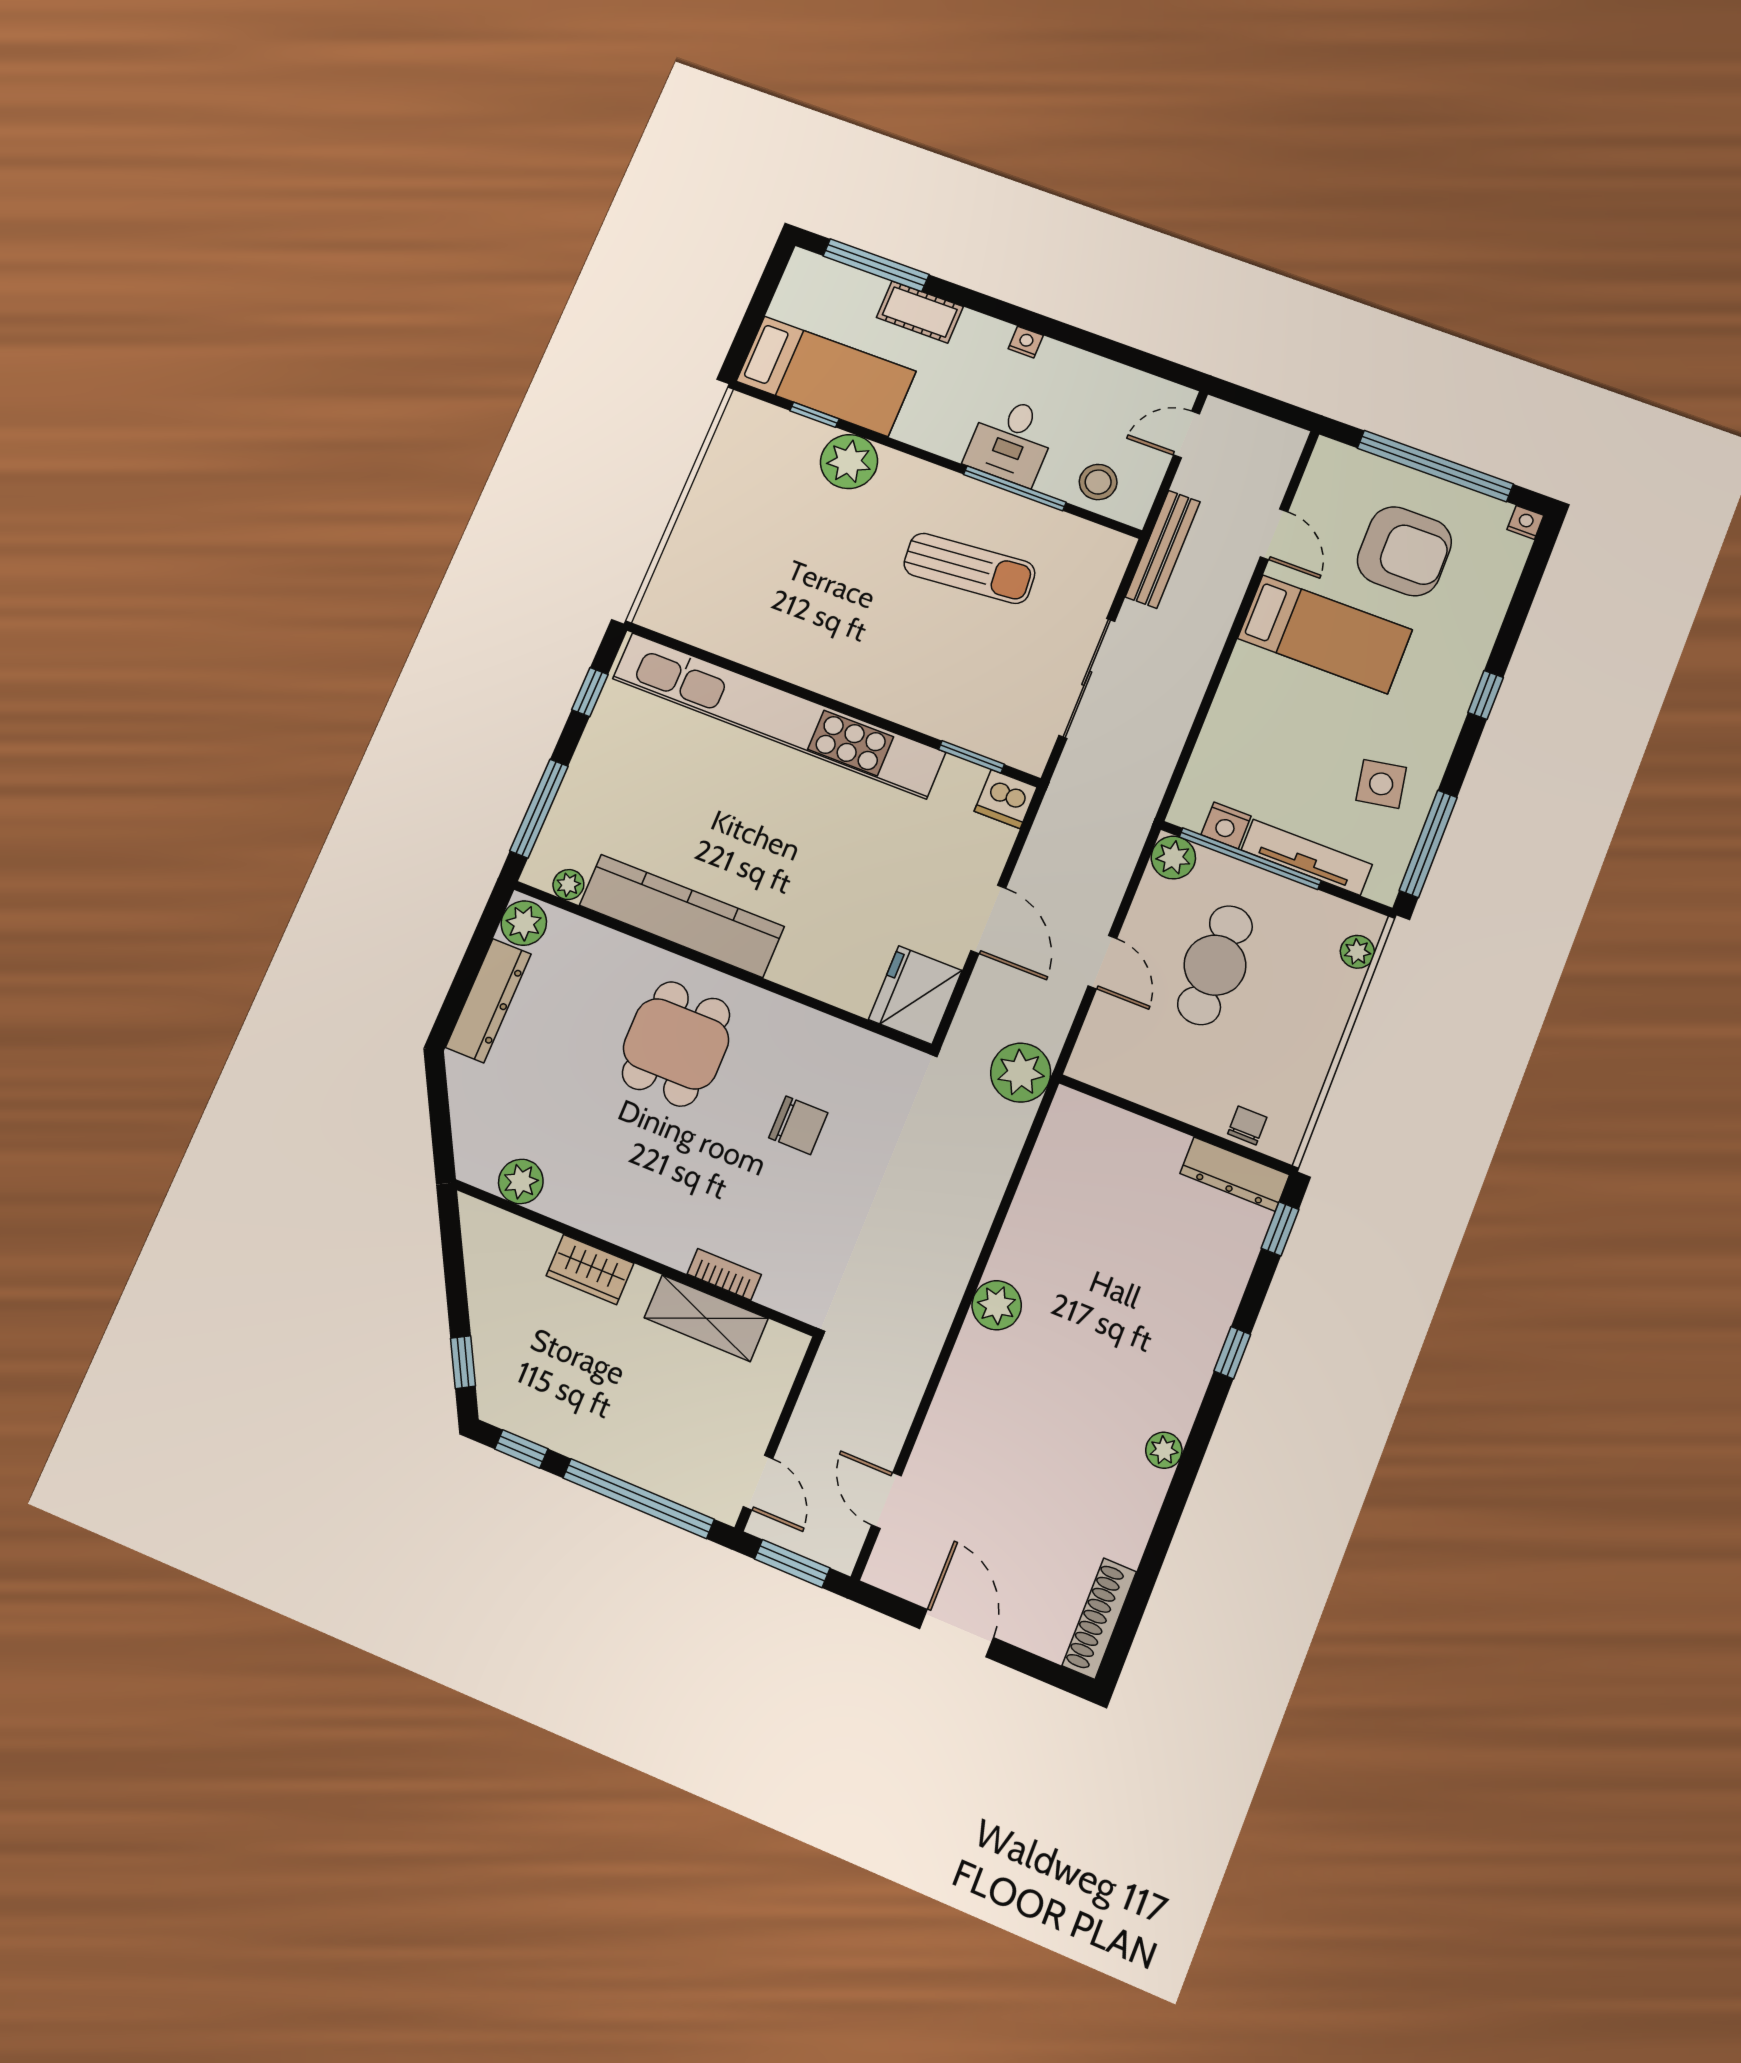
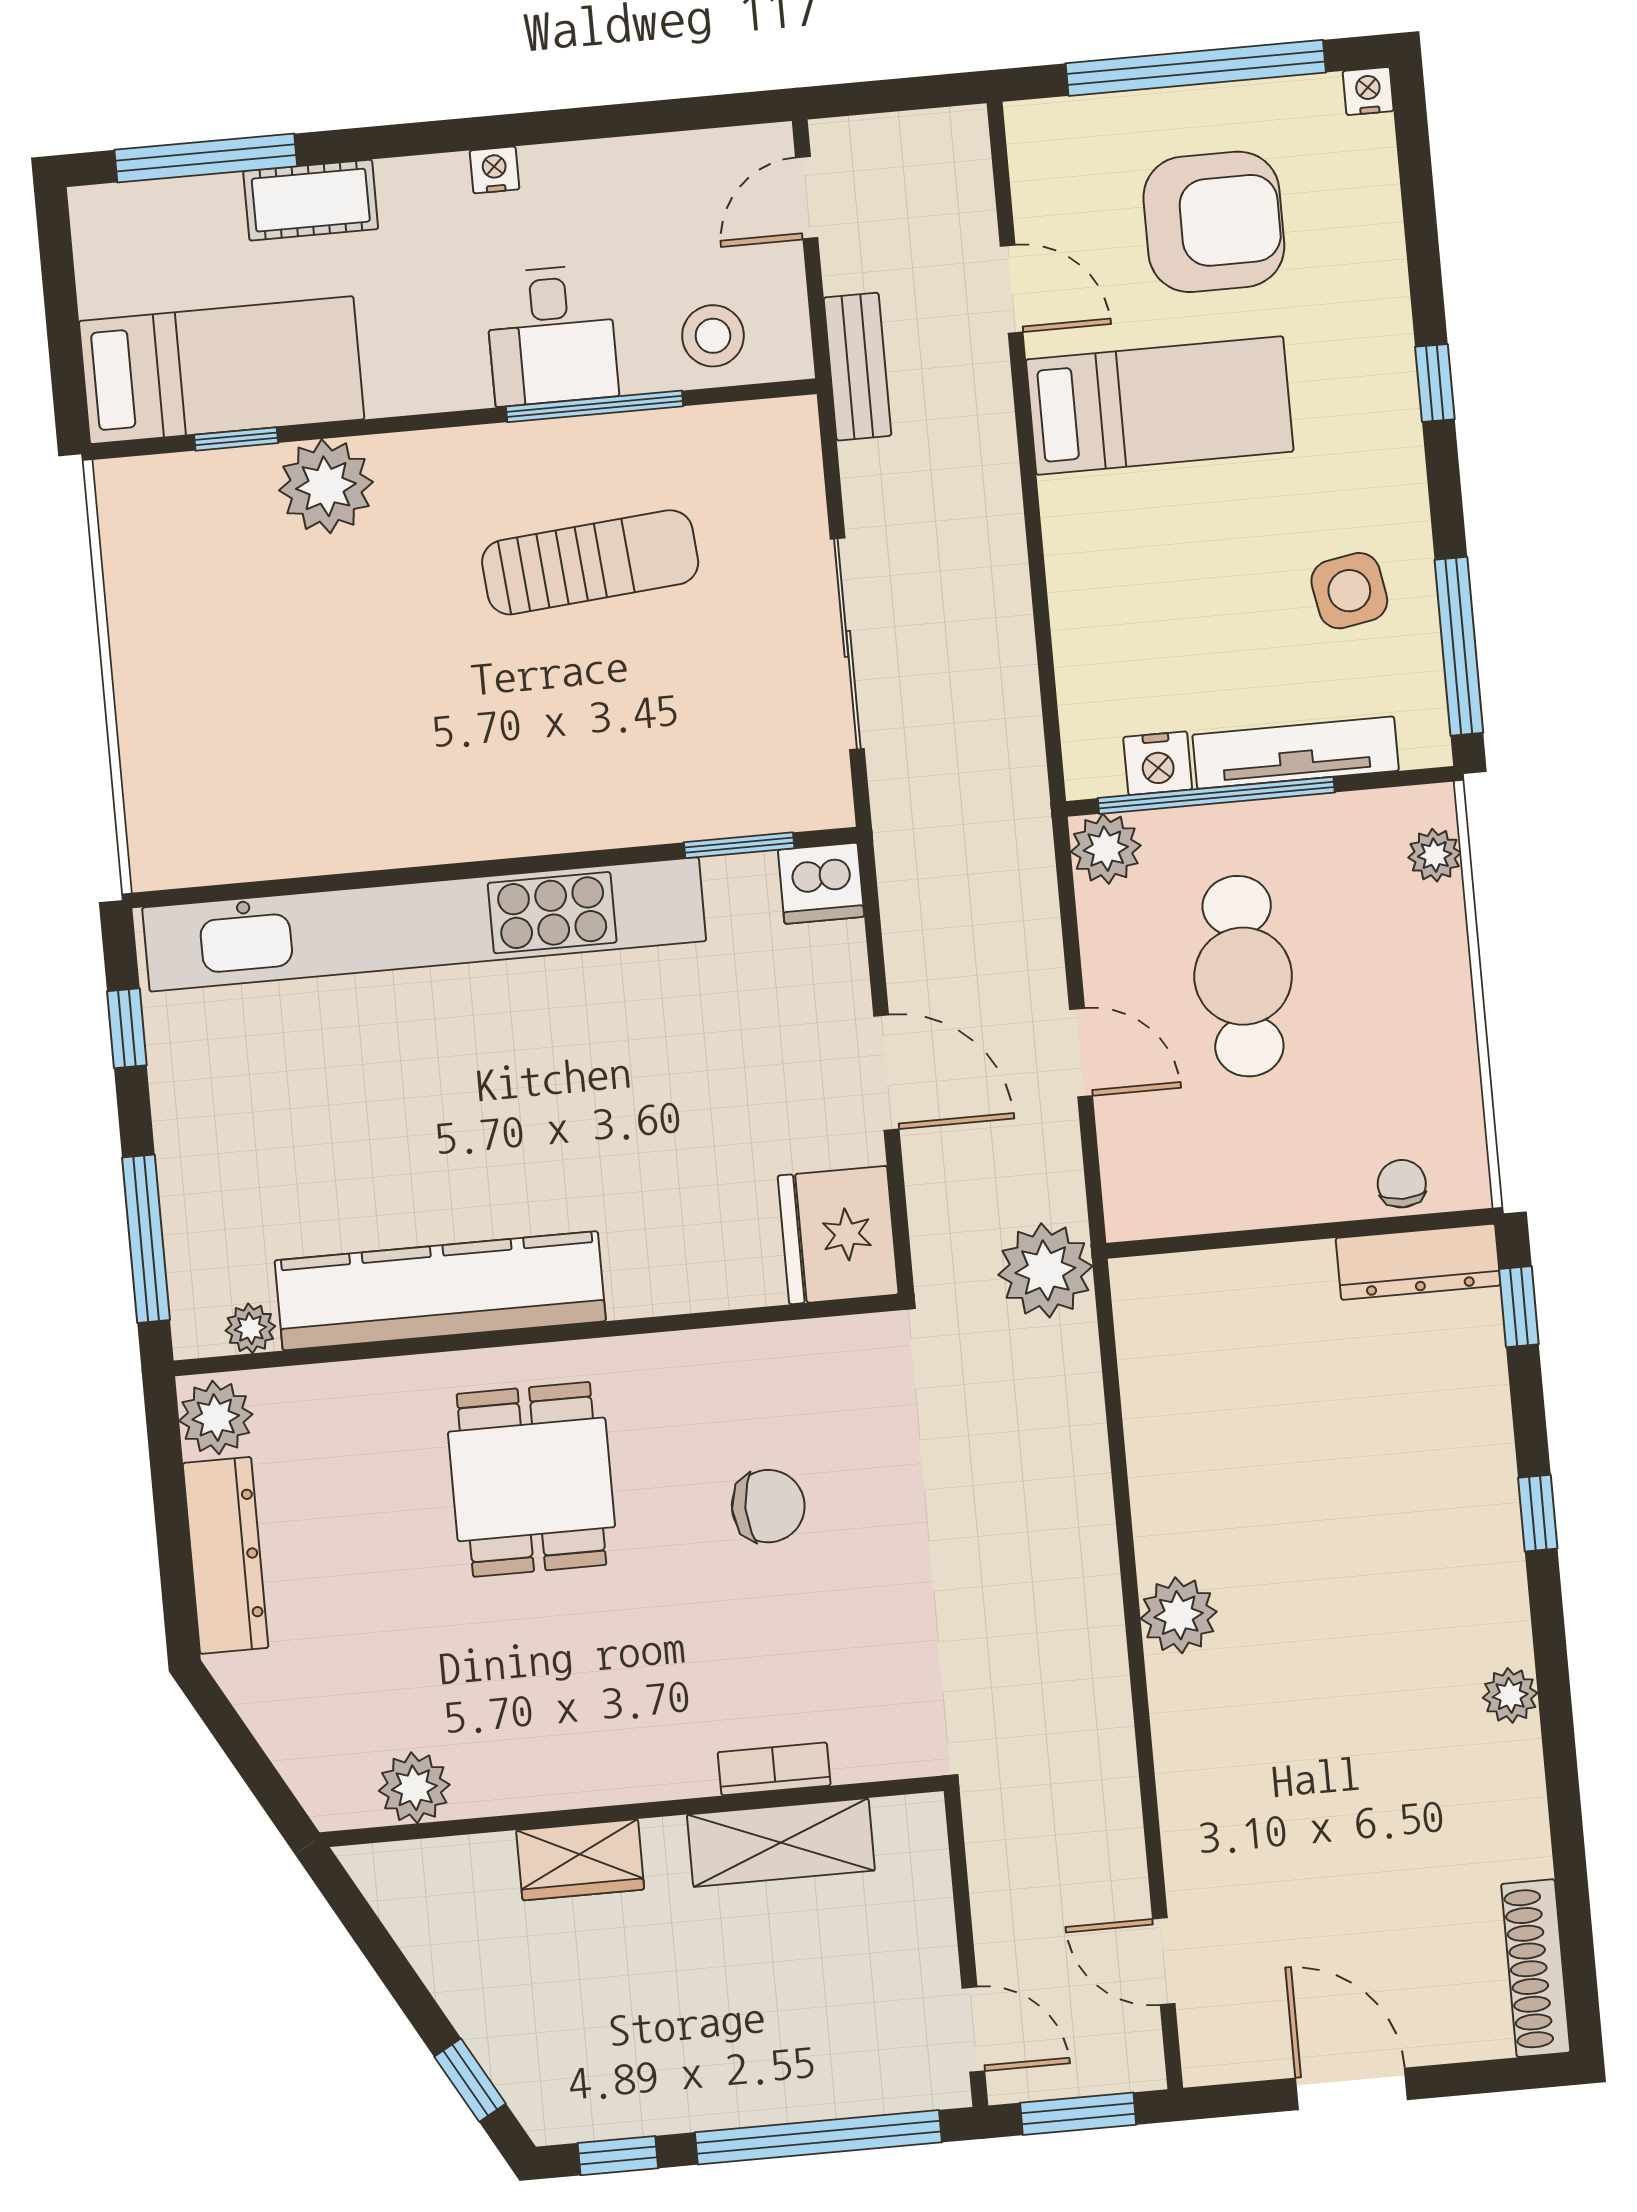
bench: (1163, 549) -> (858, 367), width x0.73

